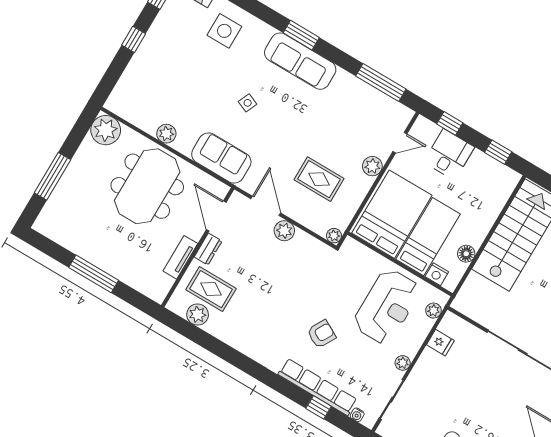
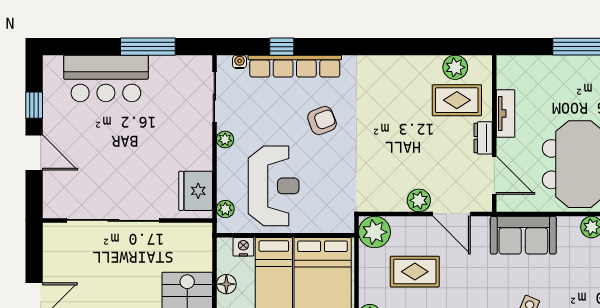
plant: (334, 236) -> (374, 232), width x1.88, depth x1.88
reception desk: (387, 306) -> (274, 186), turned 180
armchair: (321, 334) -> (322, 121), turned -140
fridge: (440, 343) -> (196, 191), width x1.88, depth x1.34

